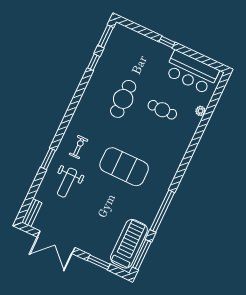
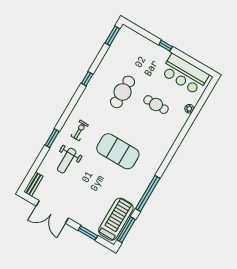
window: (94, 62) -> (87, 79), moved

